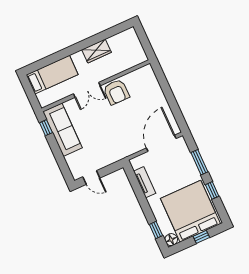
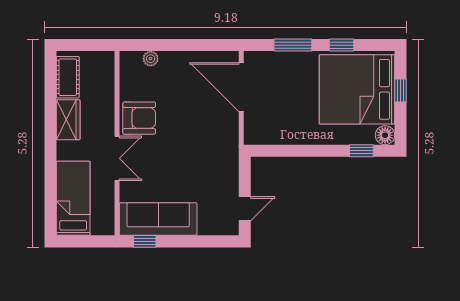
cot: (121, 40) -> (68, 77), added
plant: (154, 83) -> (151, 59), added
tv unit: (145, 182) -> (286, 136), removed

